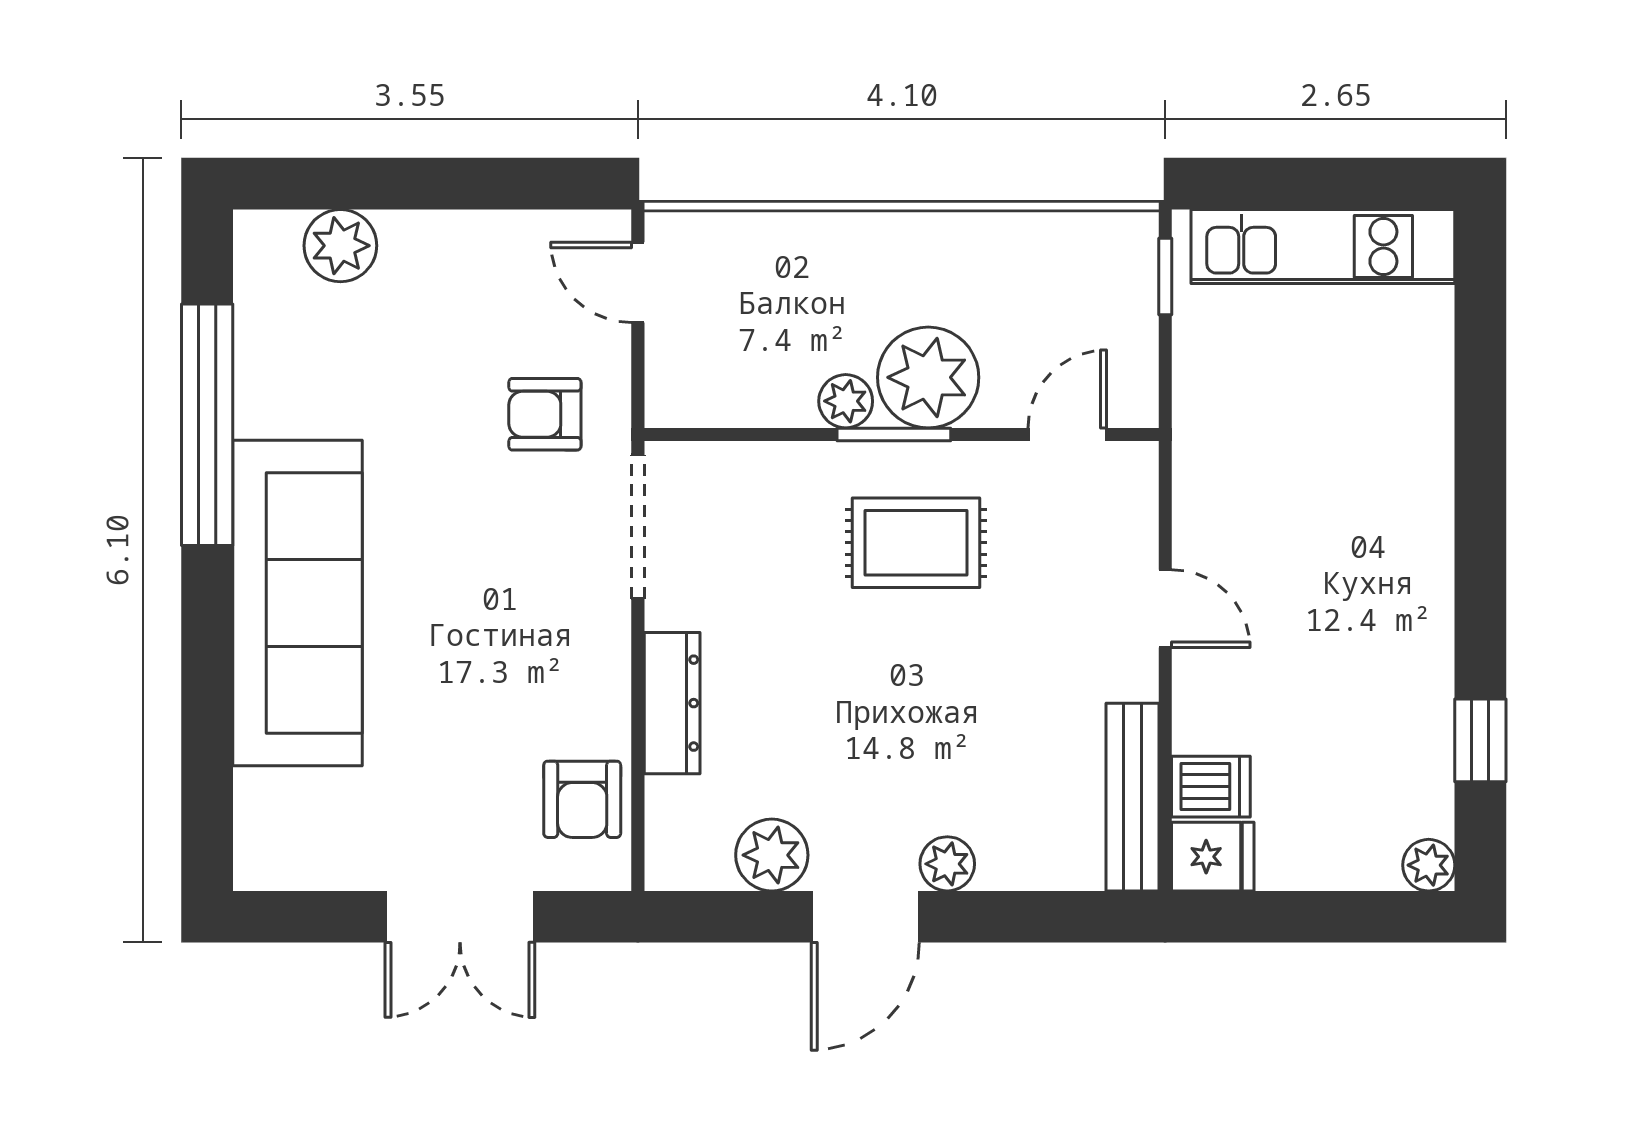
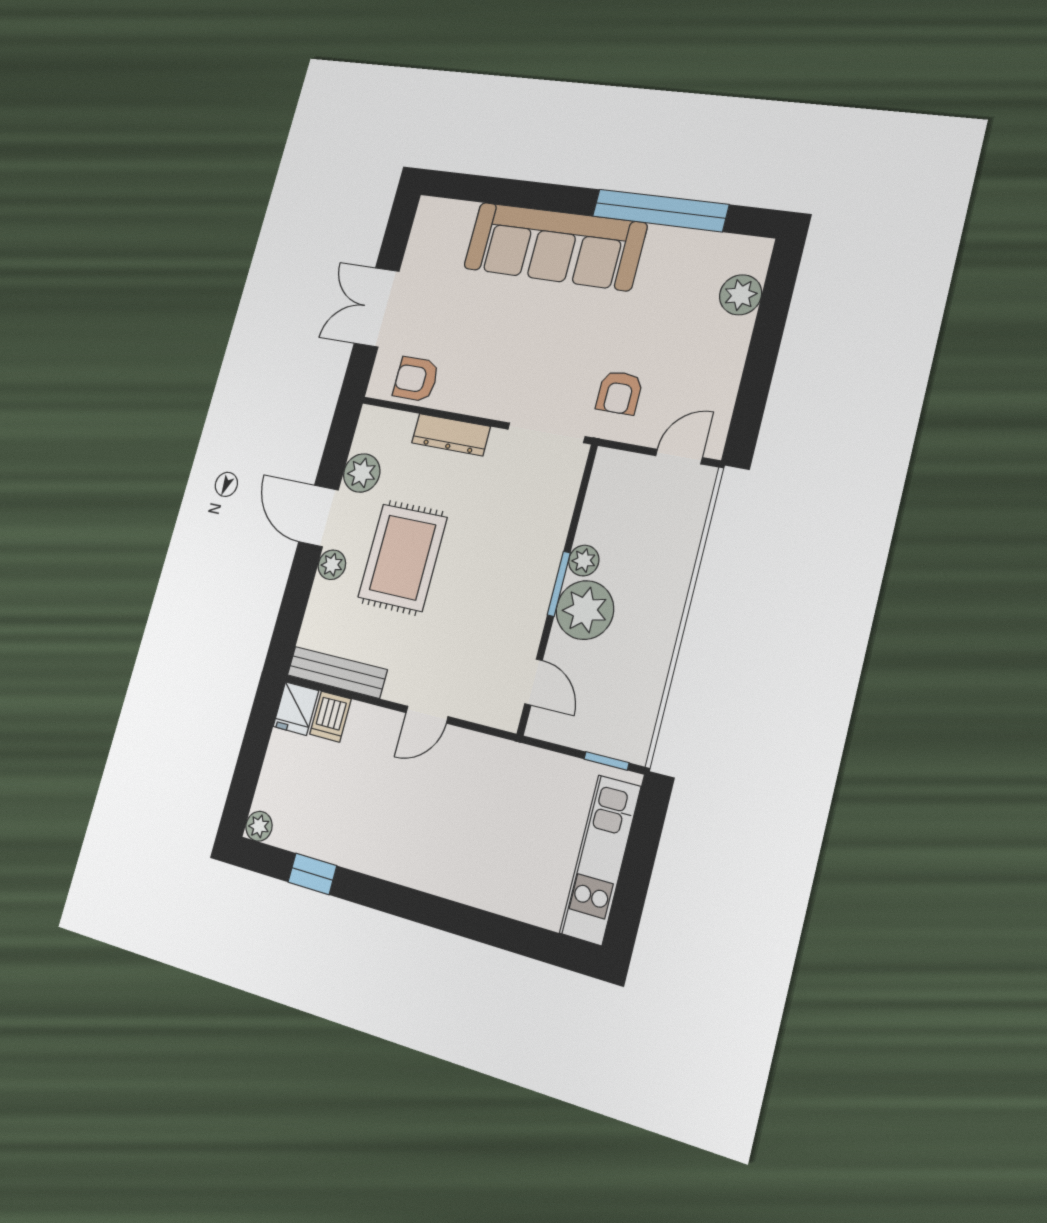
armchair: (545, 414) -> (619, 393), turned 180
rug: (916, 543) -> (402, 557), moved, width x1.36, depth x1.43

